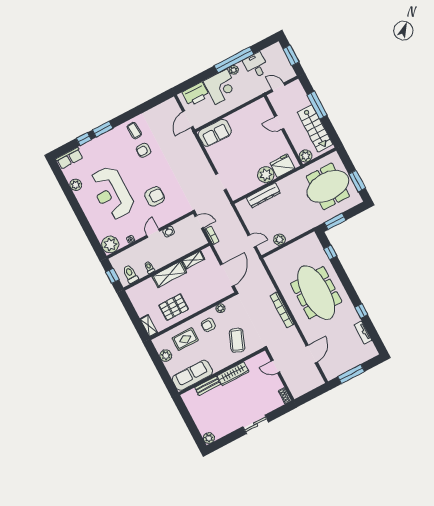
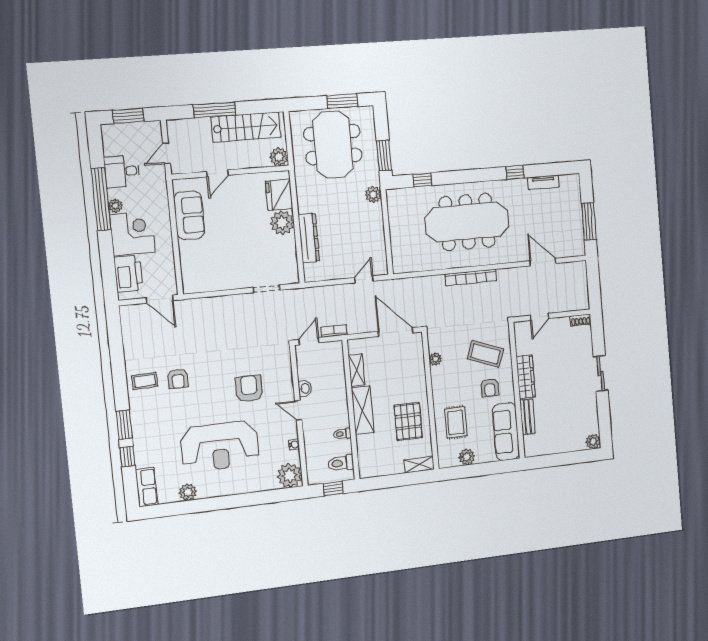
sofa: (215, 133) -> (189, 215), moved
plant: (279, 240) -> (373, 194), moved
armchair: (208, 325) -> (490, 388), moved

